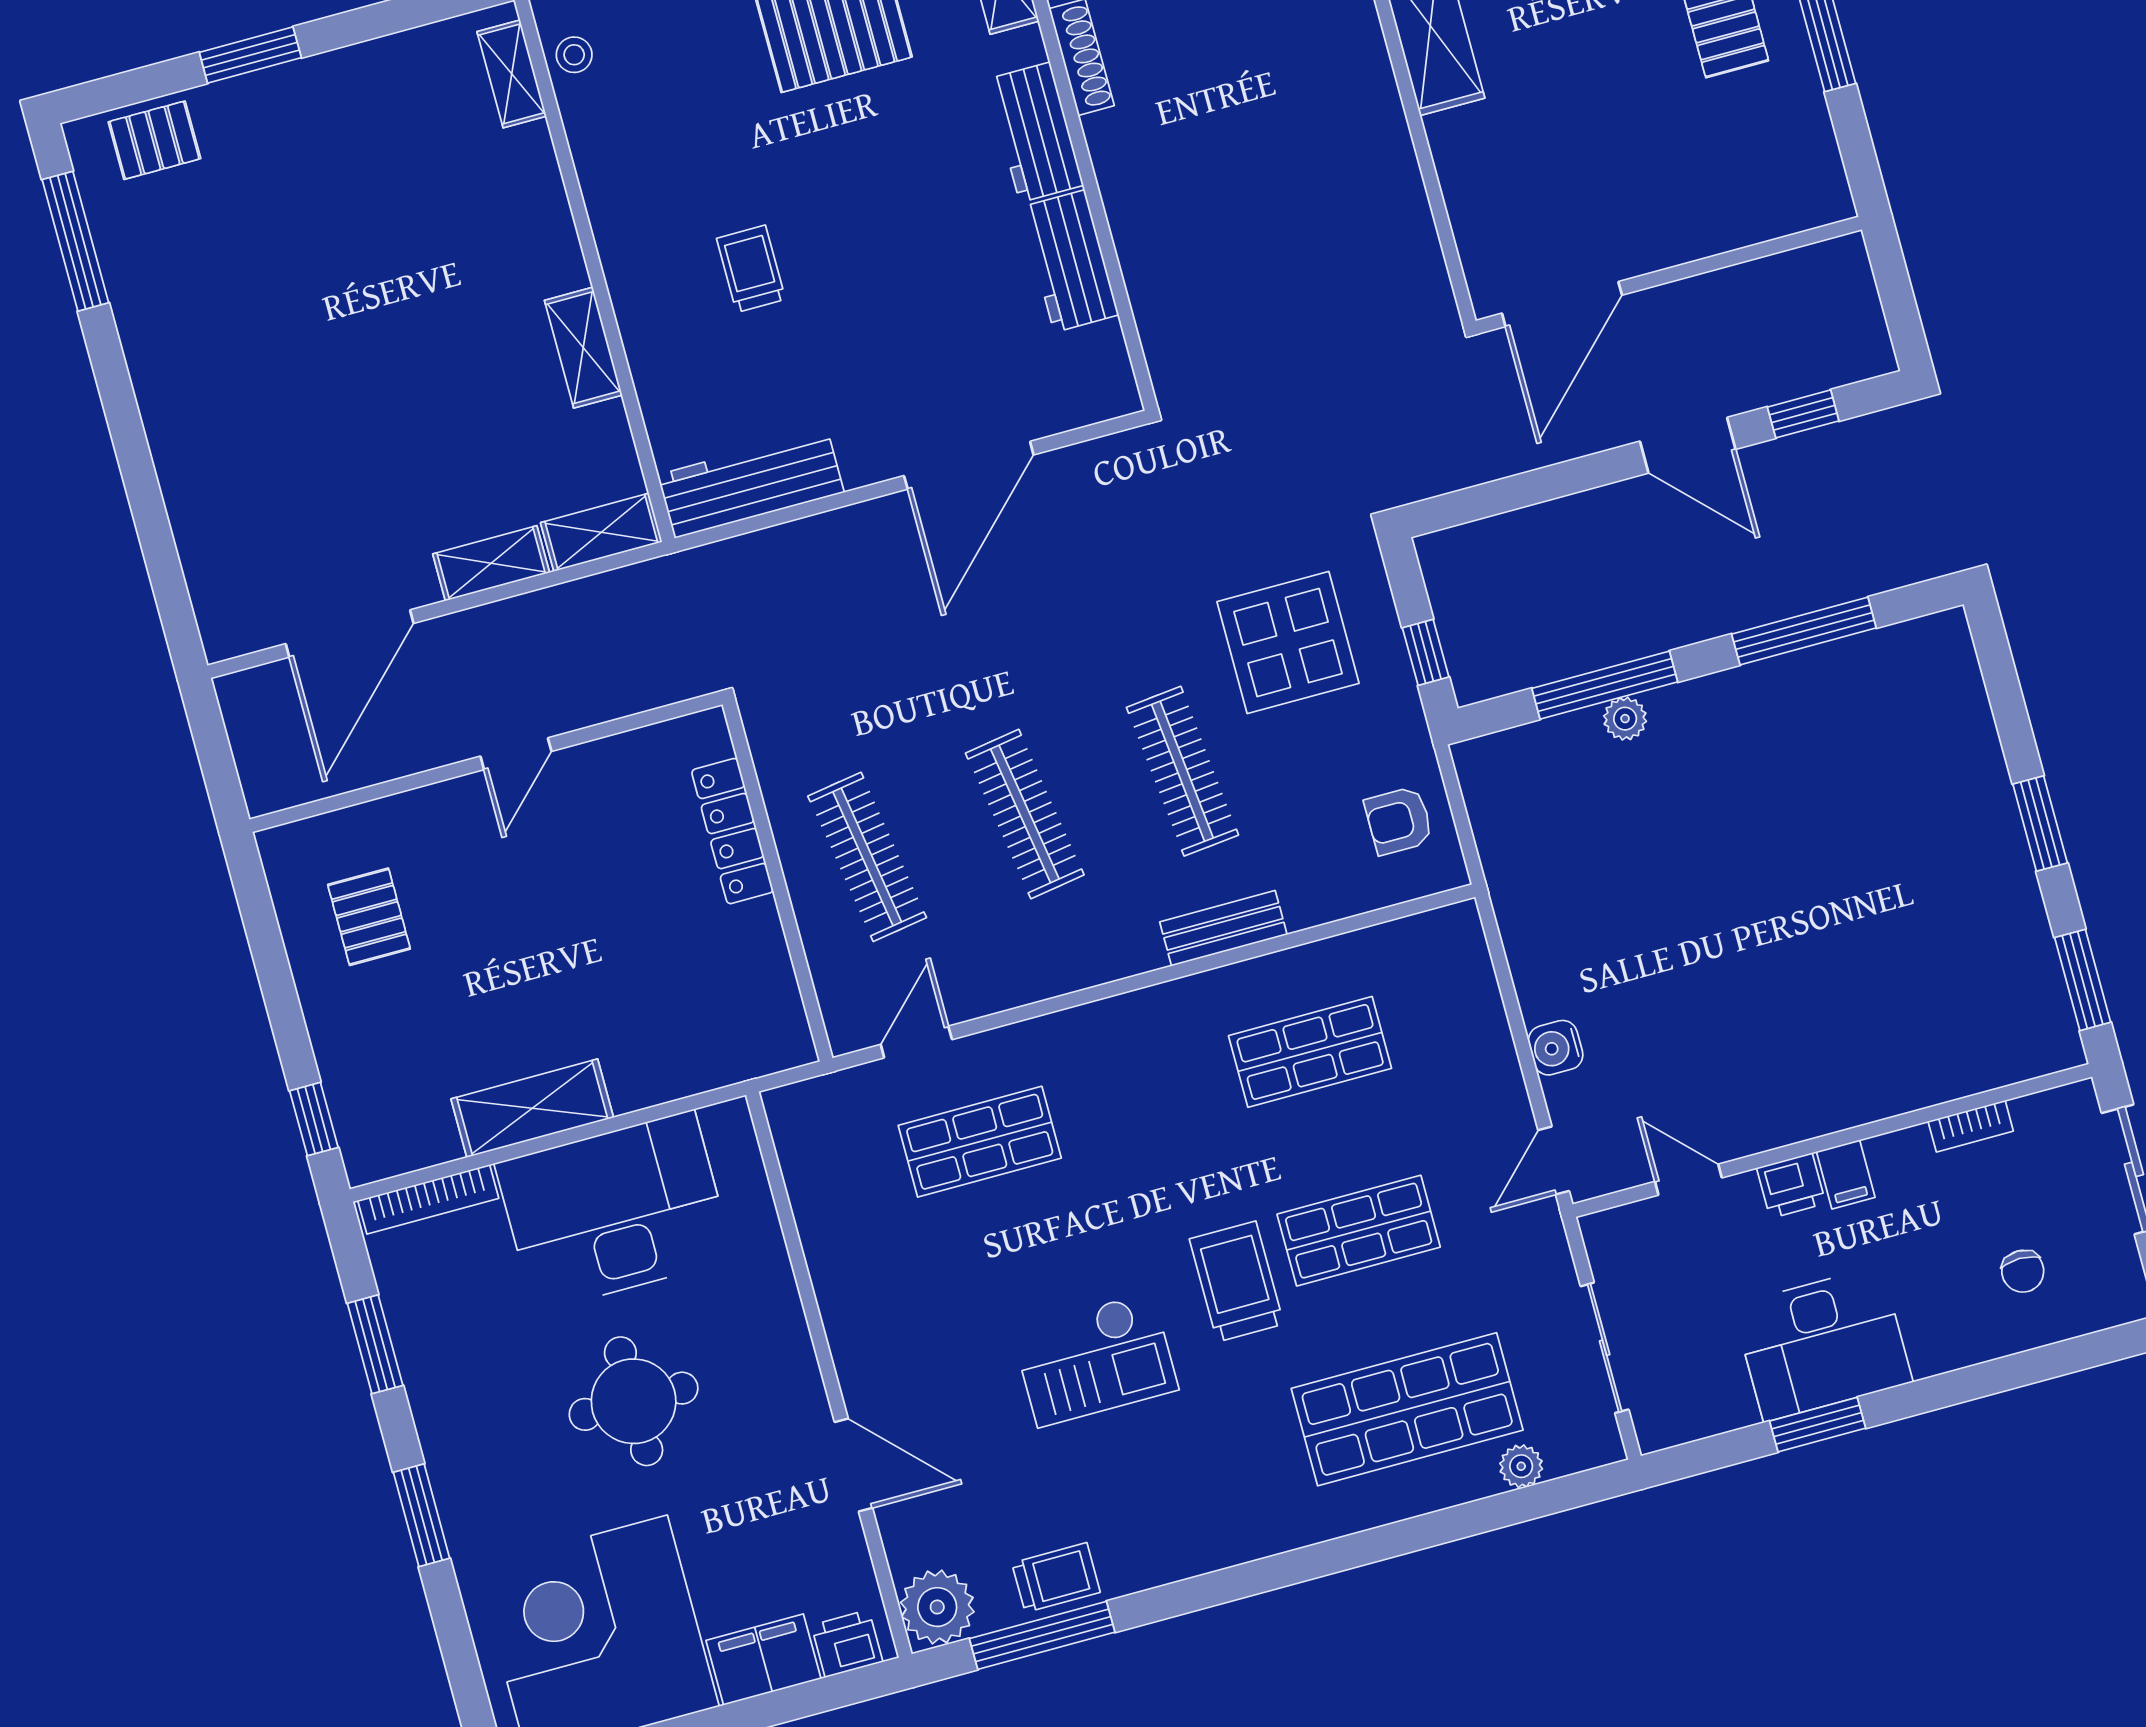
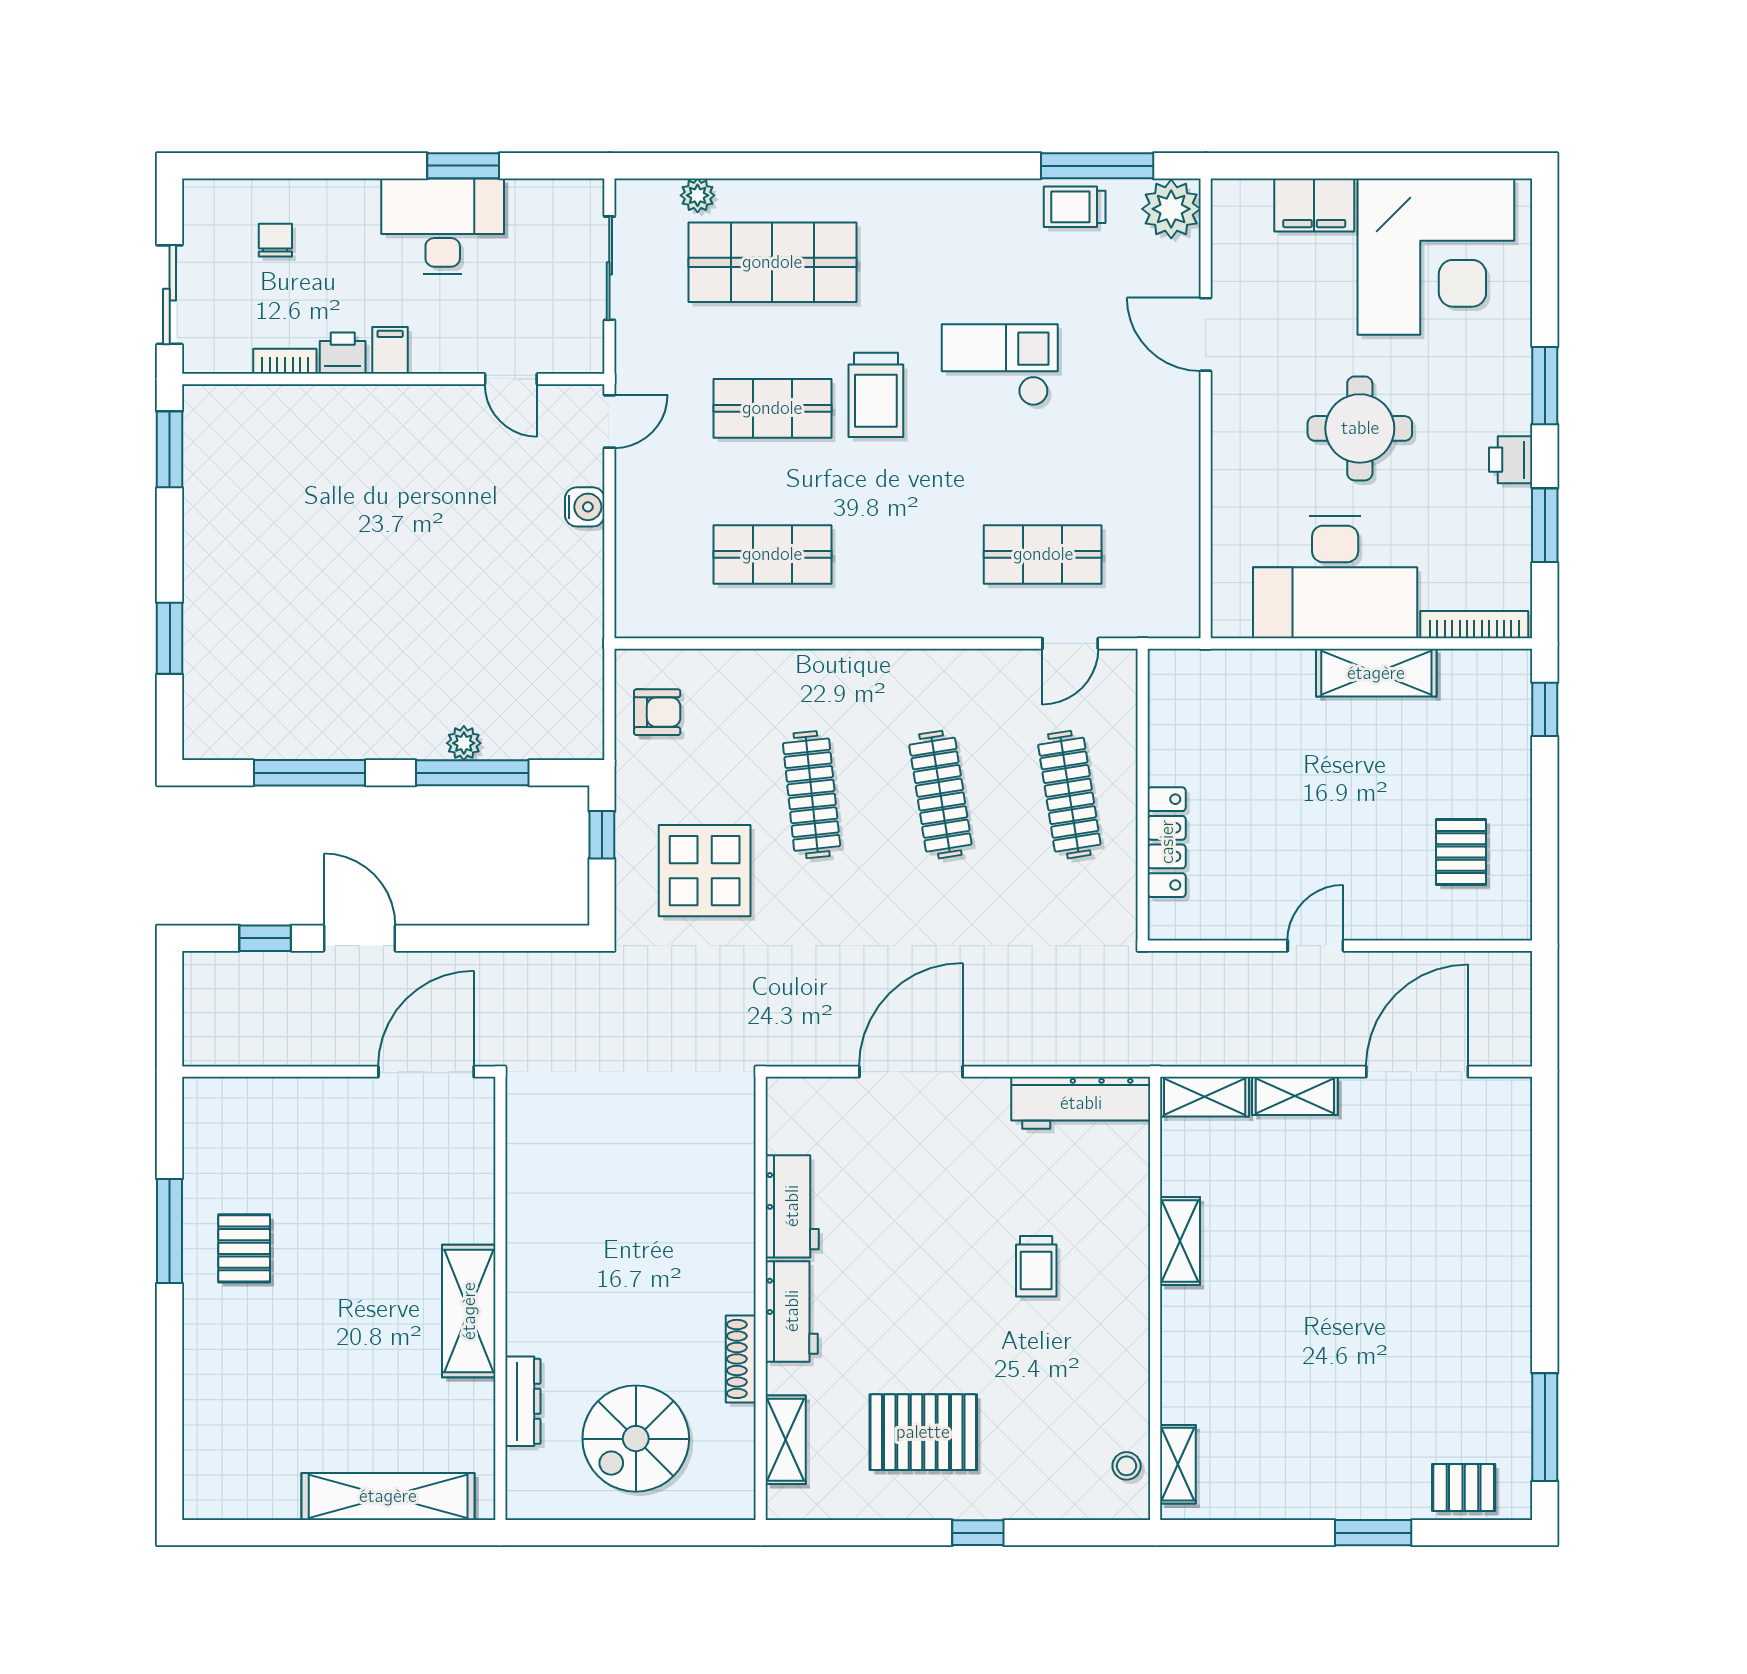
window: (2040, 823) -> (170, 638), moved
bench: (1223, 928) -> (813, 667), removed
printer: (1791, 1186) -> (343, 353), moved
printer: (847, 1644) -> (1511, 460), moved, turned 90

